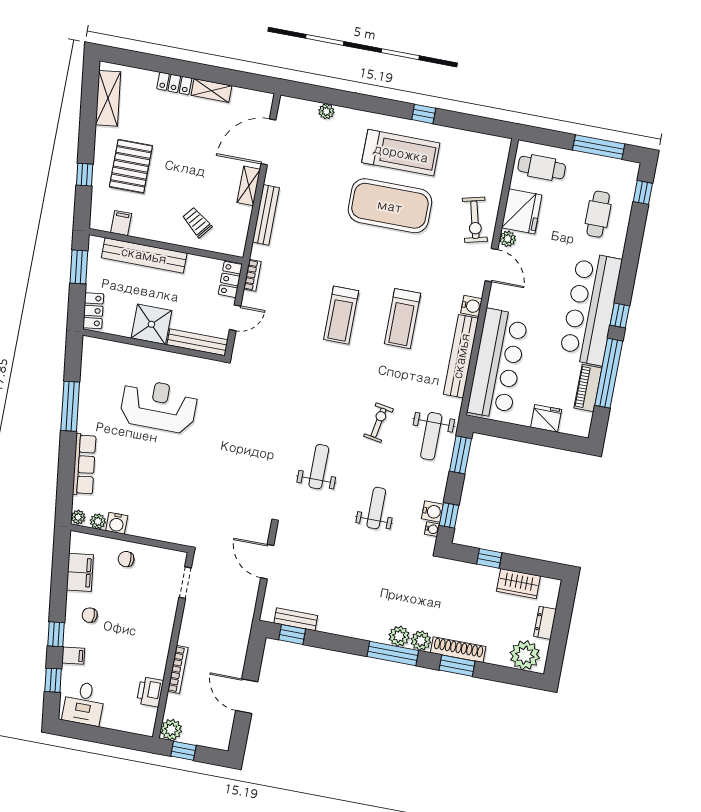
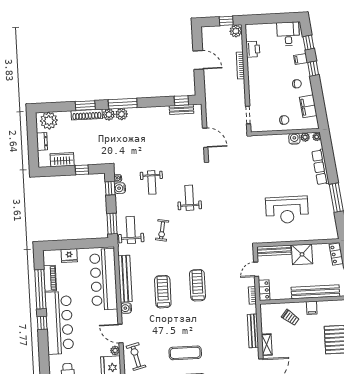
exercise mat: (390, 206) -> (185, 353), width x0.50, depth x0.69
filing cabinet: (121, 223) -> (312, 308), moved
weight bench: (319, 467) -> (189, 198), turned 180

